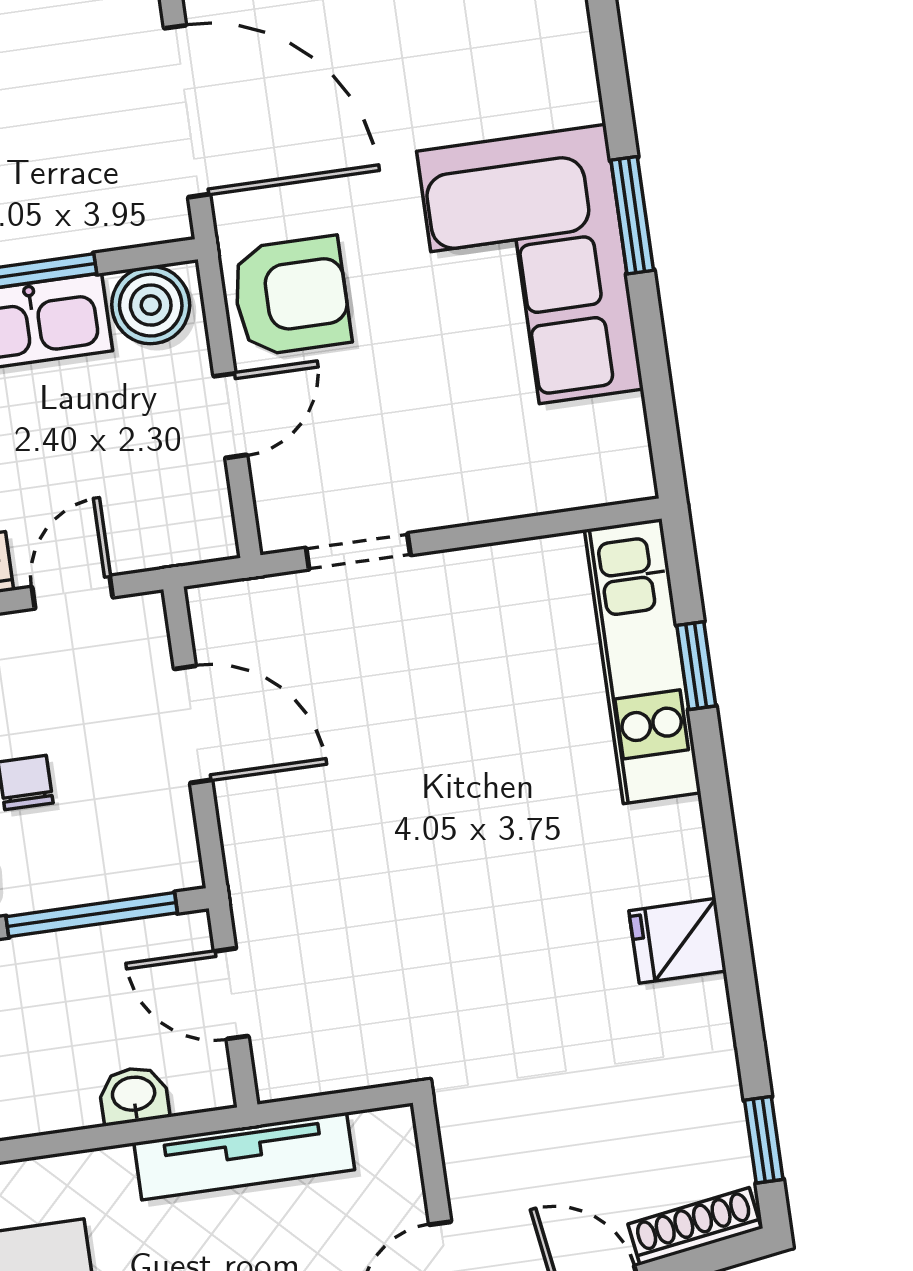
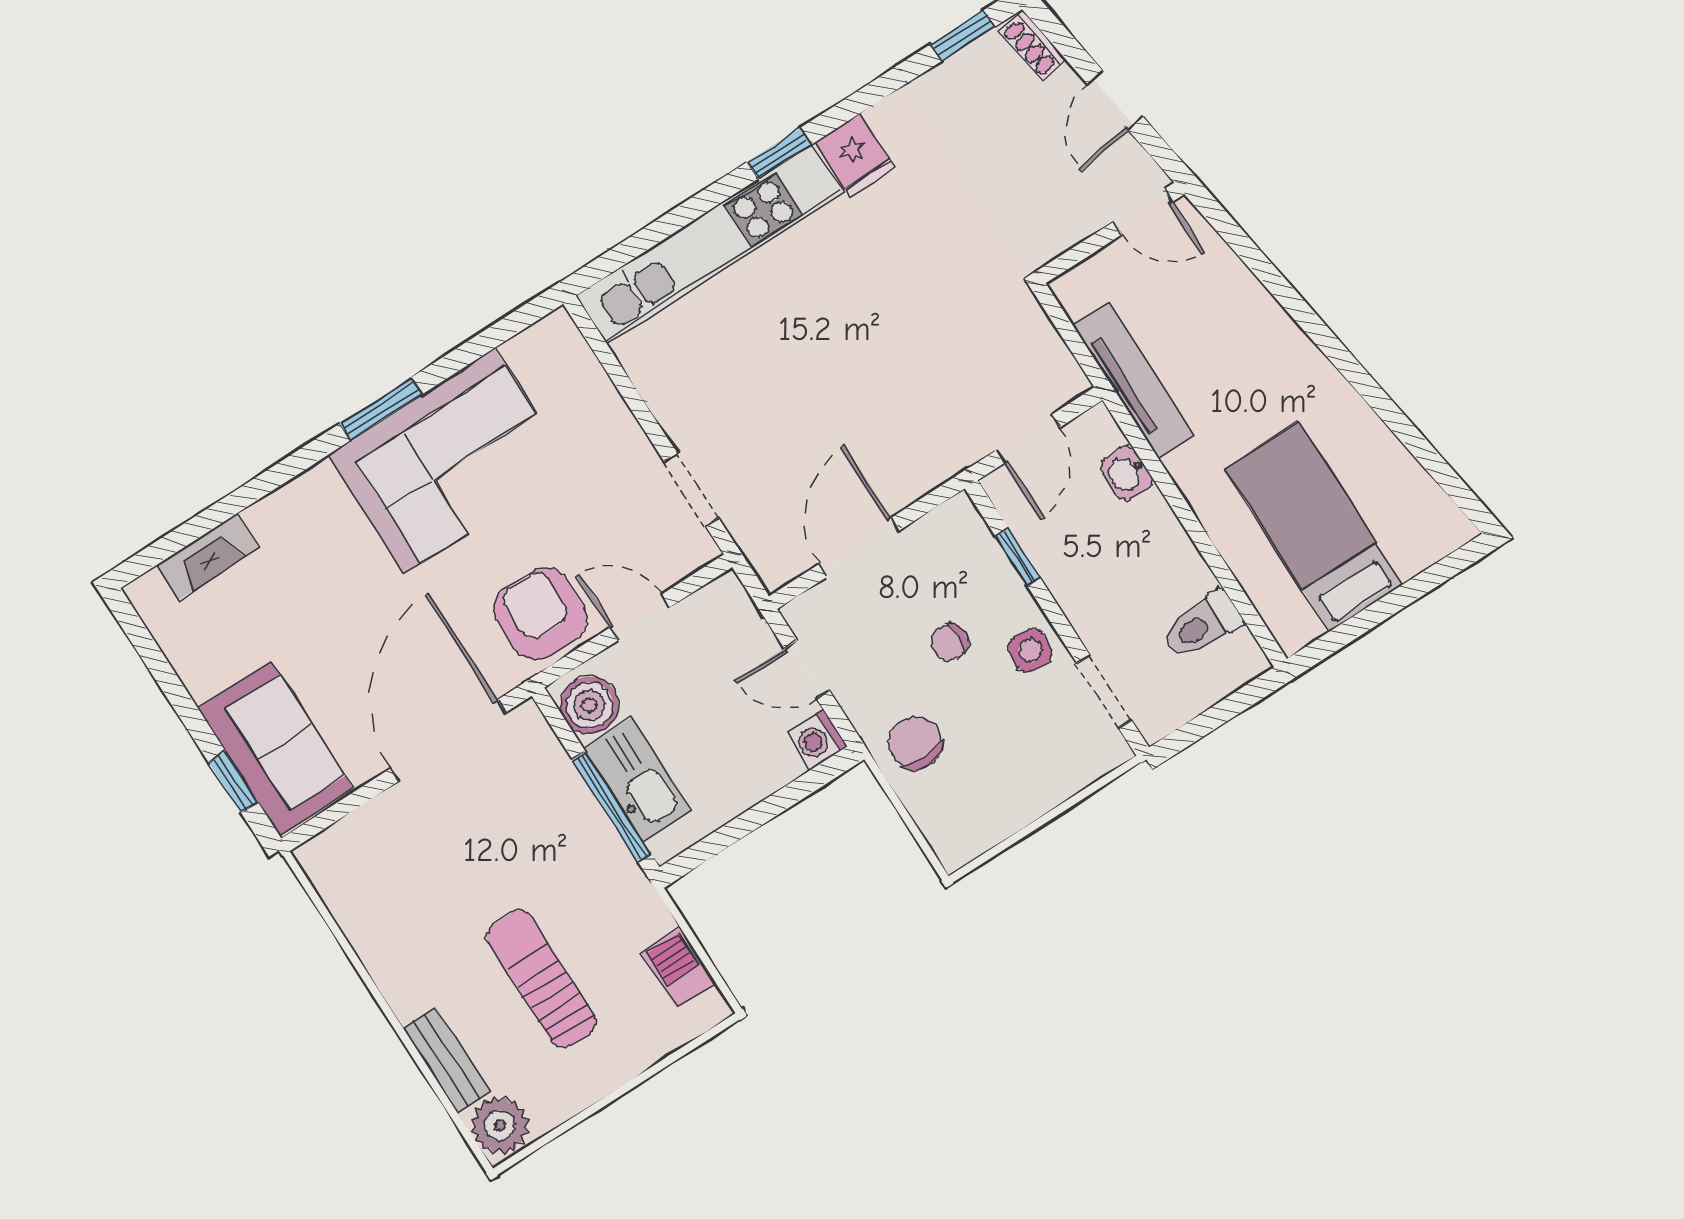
kitchen unit: (643, 661) -> (709, 244), width x1.36
window: (696, 666) -> (779, 153), moved
window: (92, 915) -> (1018, 557), width x0.46
shoe rack: (695, 1226) -> (1032, 45), width x0.70

